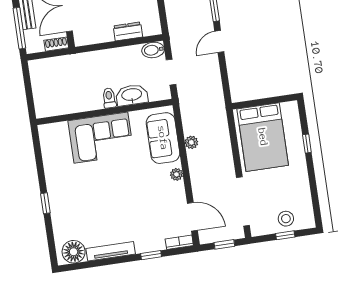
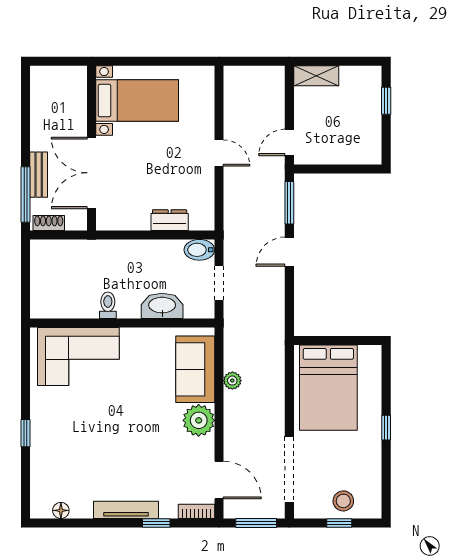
shoe rack: (56, 44) -> (49, 223), moved
toilet: (109, 98) -> (108, 305), moved
corner sofa: (101, 138) -> (78, 356), moved
window: (307, 144) -> (386, 428), moved
plant: (176, 174) -> (199, 420), width x1.88, depth x1.88
window: (224, 244) -> (256, 523), width x1.50
tv unit: (111, 251) -> (126, 510), moved
floor lamp: (74, 252) -> (61, 510), width x0.53, depth x0.53

